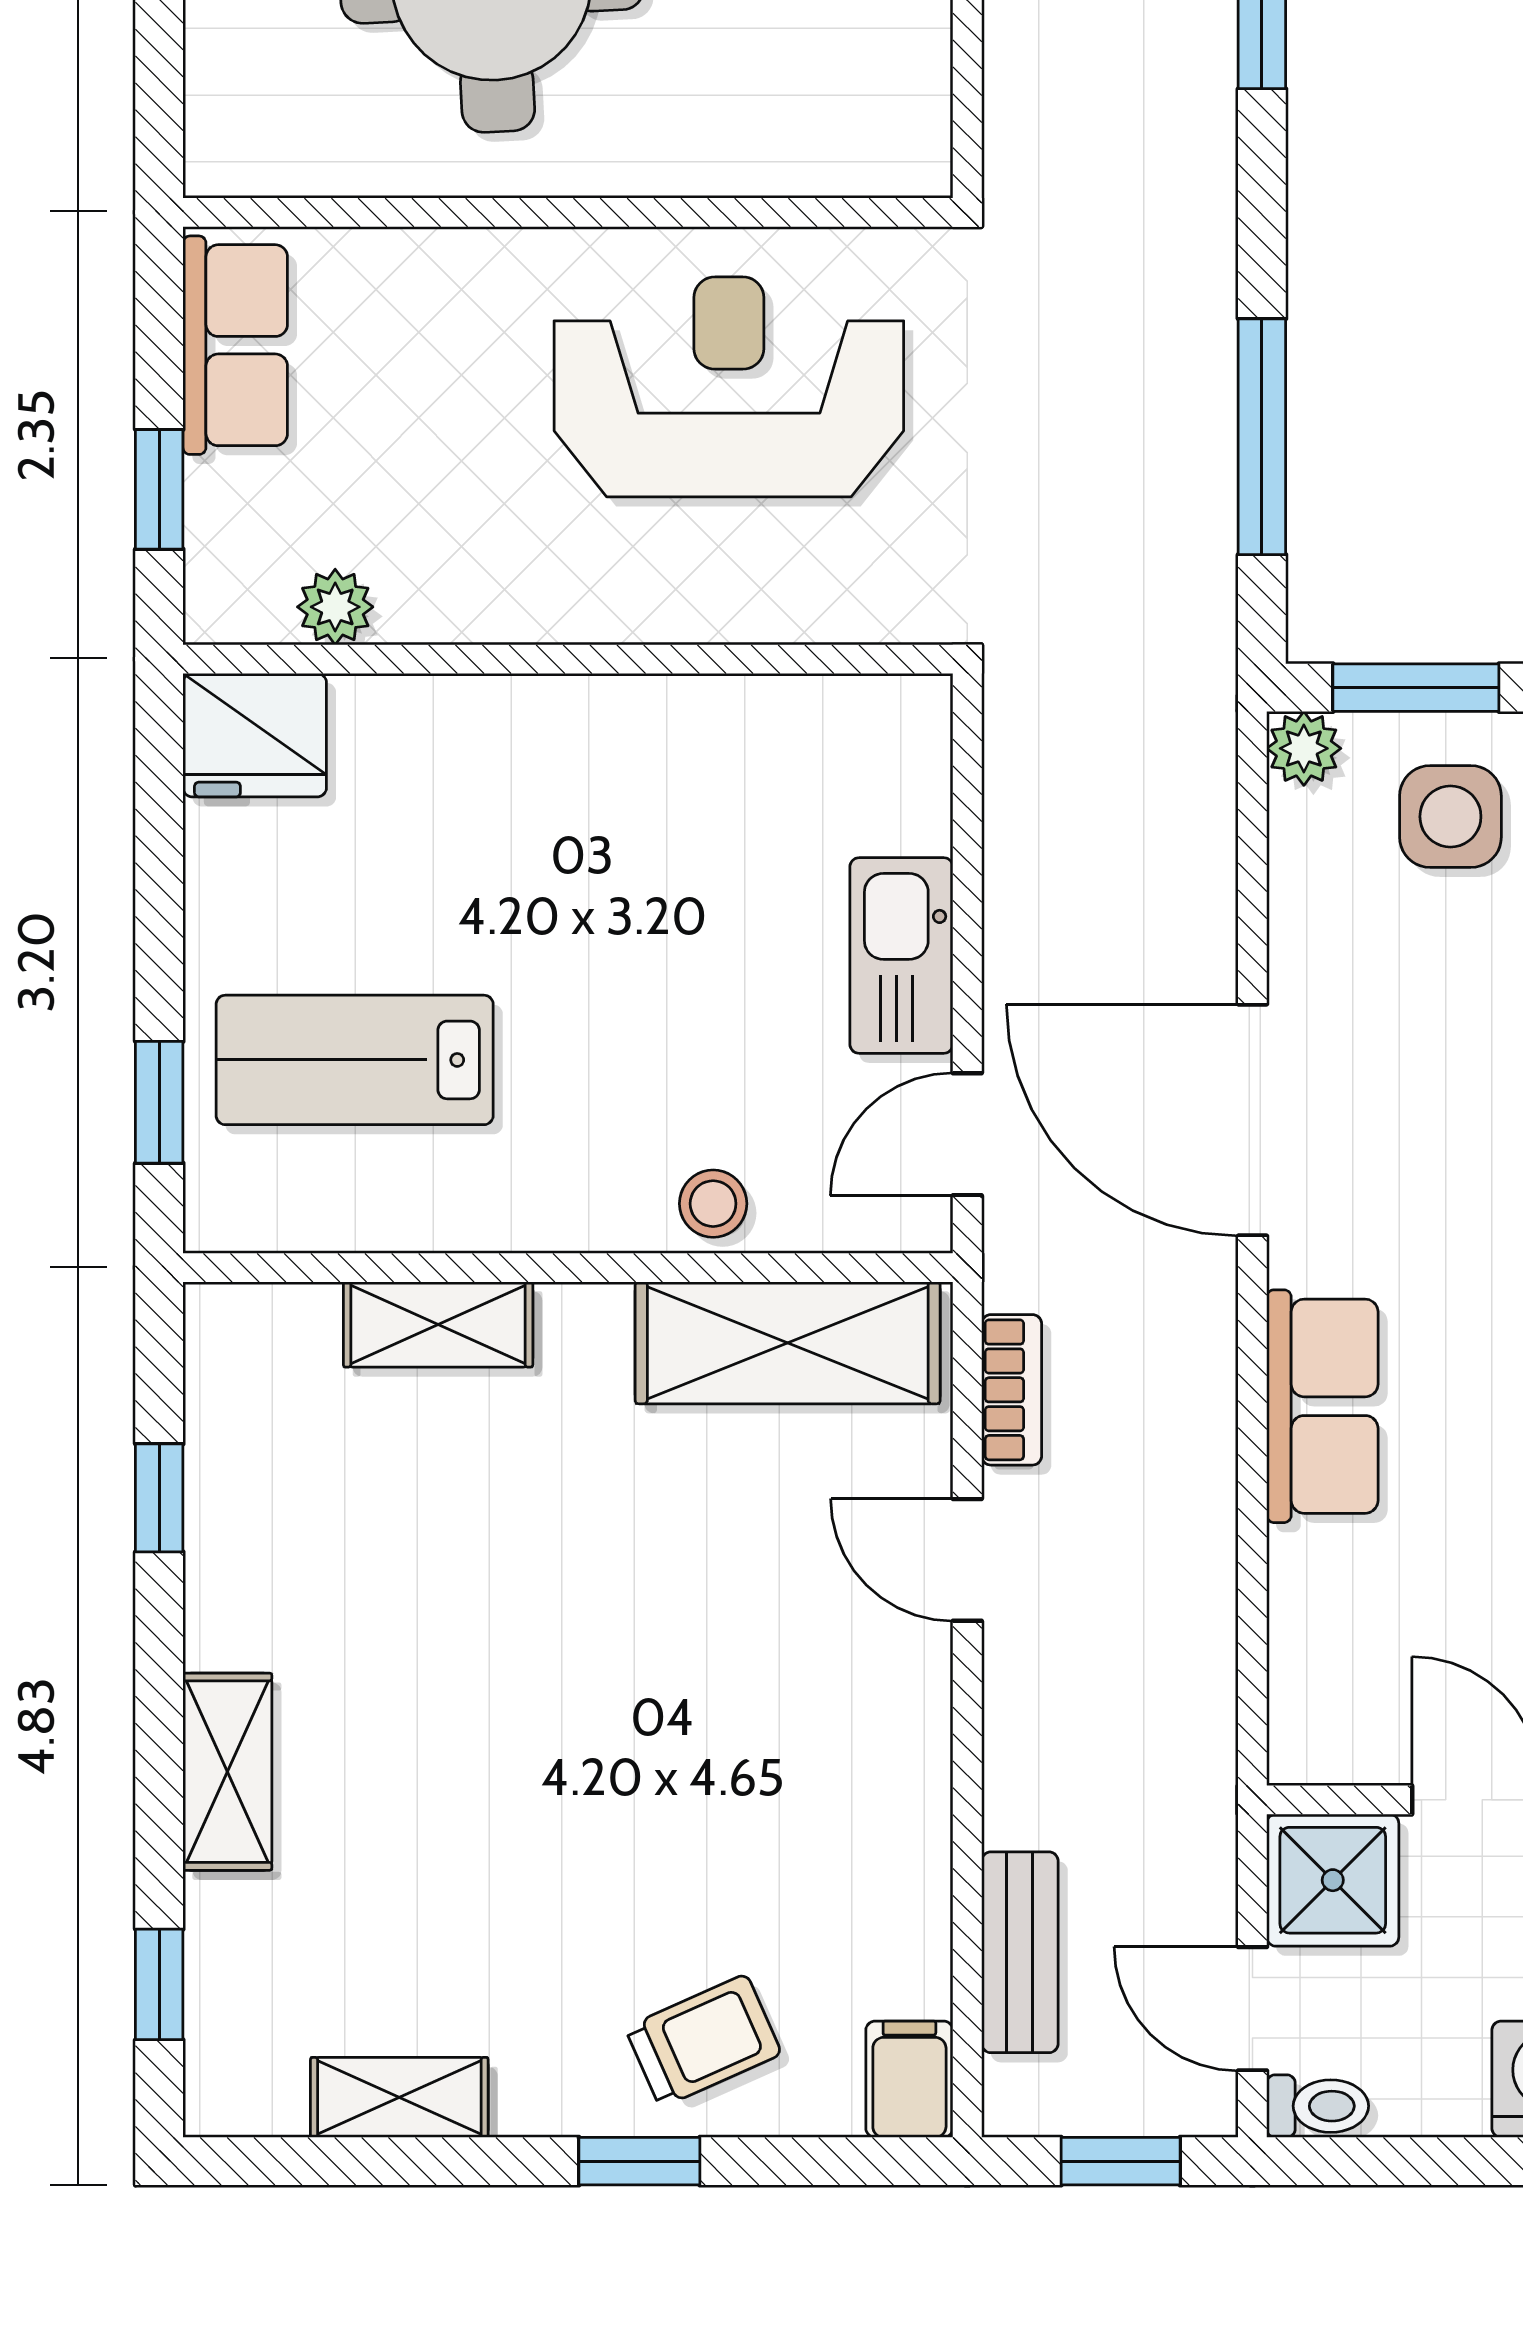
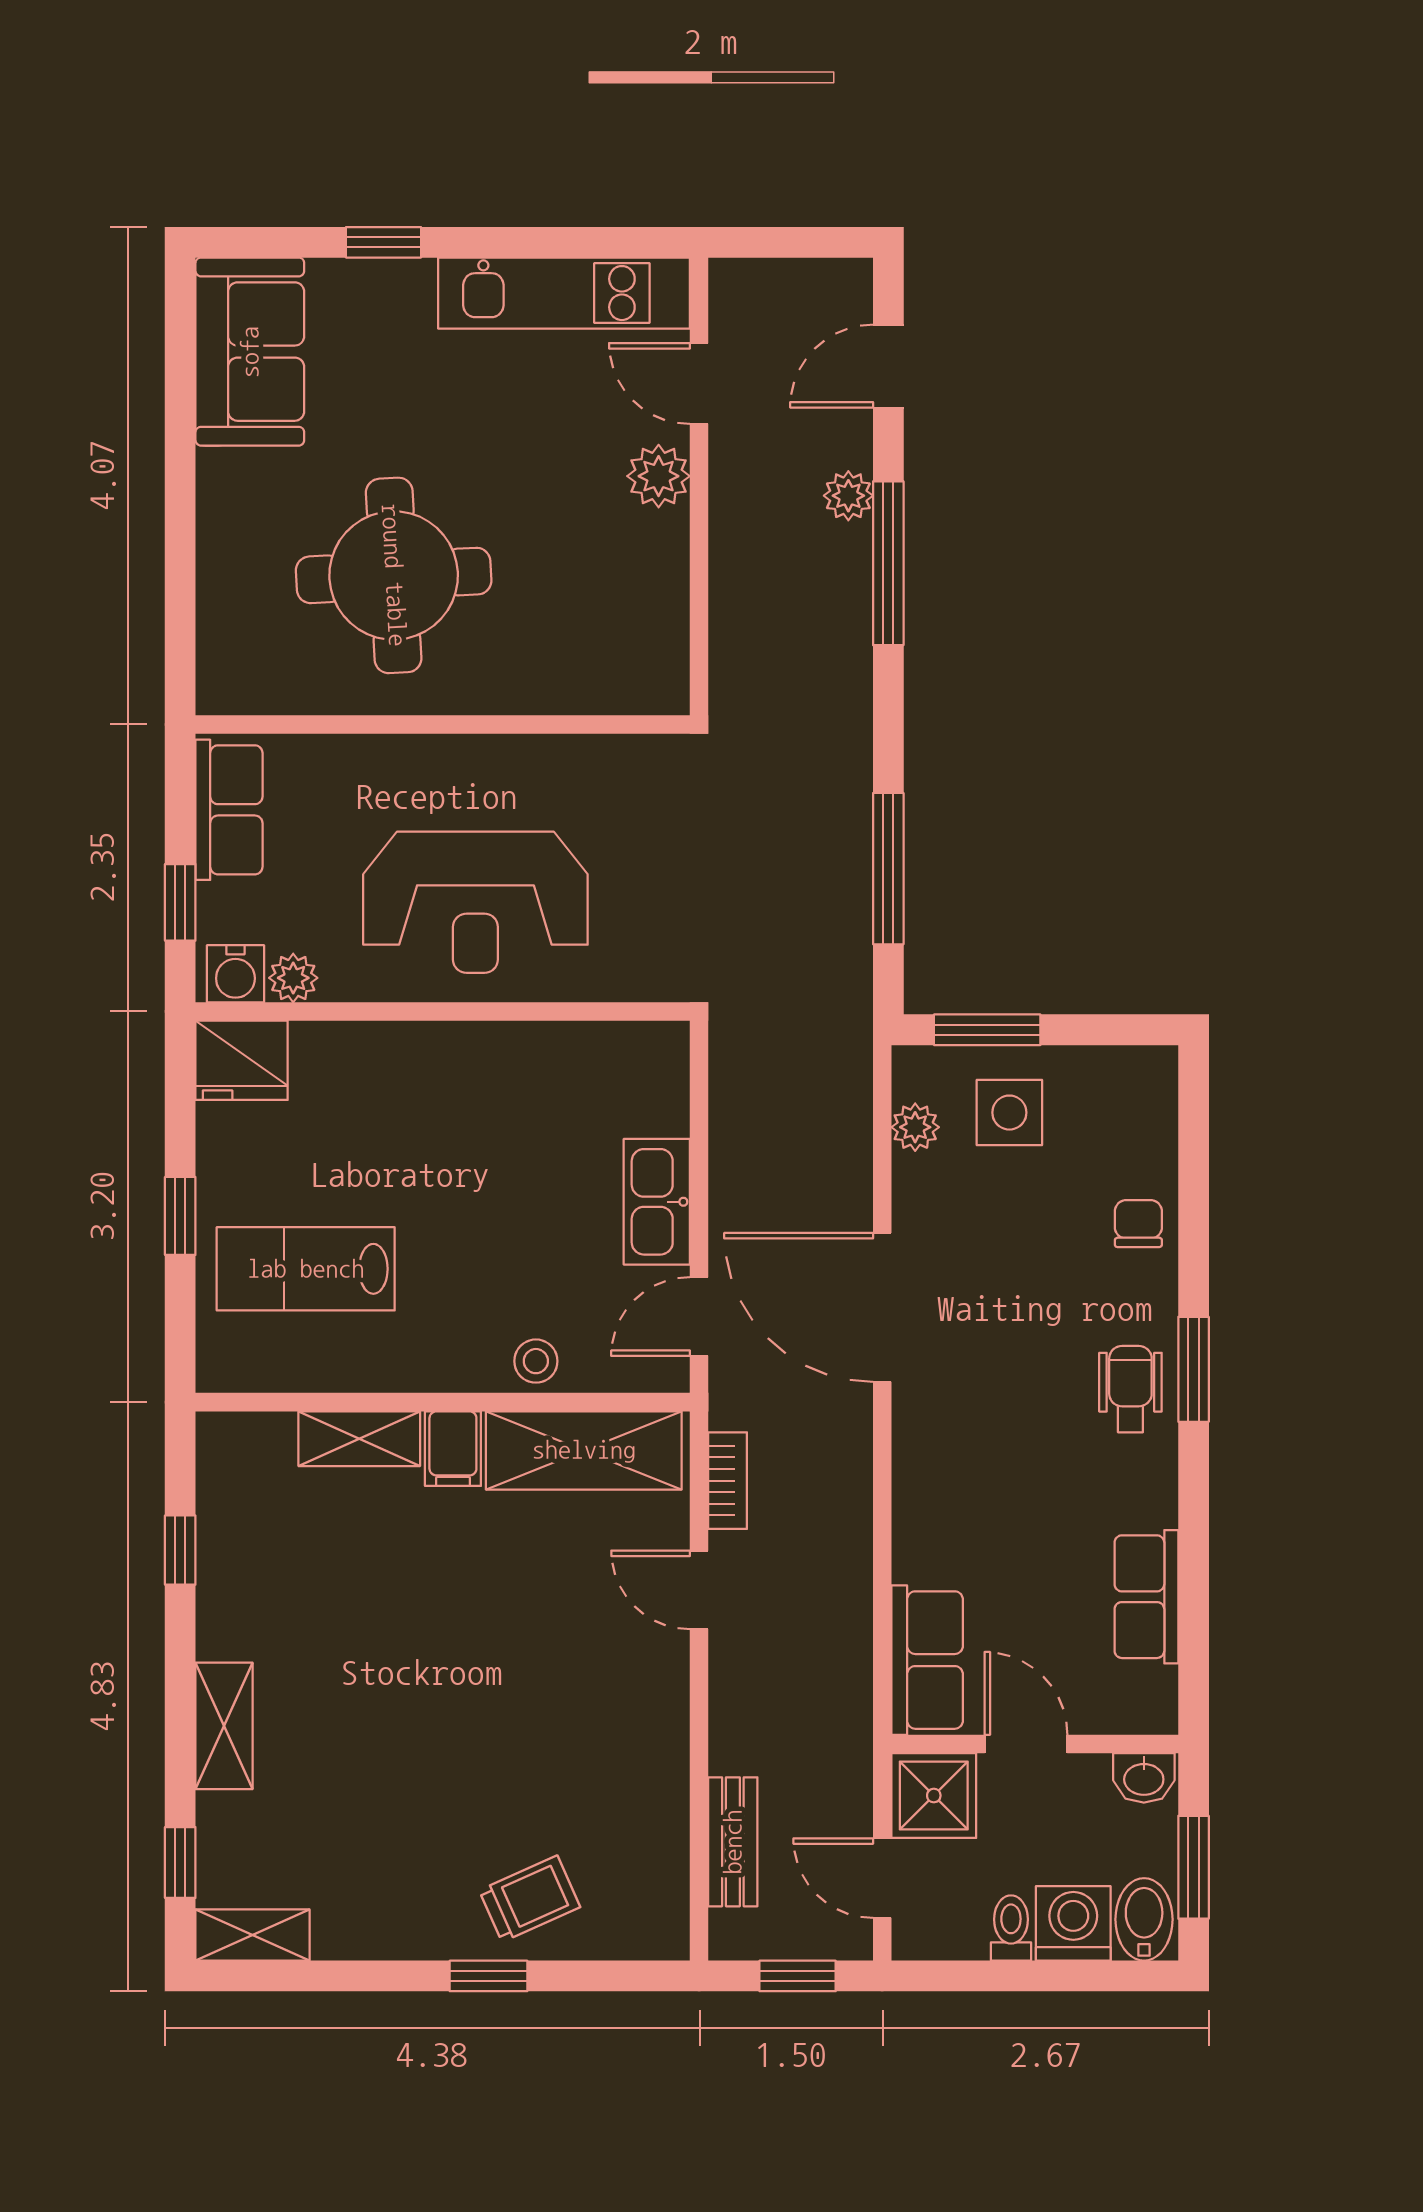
reception desk: (729, 387) -> (475, 902), moved, turned 180
water cooler: (245, 600) -> (235, 974), added
plant: (1304, 748) -> (915, 1127), moved
window: (159, 1102) -> (180, 1216), moved
row of seats: (1322, 1406) -> (927, 1660), moved
filing cabinet: (909, 2079) -> (453, 1449), moved, turned 180
shelving: (399, 2097) -> (253, 1935), moved
toilet: (1318, 2106) -> (1011, 1928), moved, turned -90

